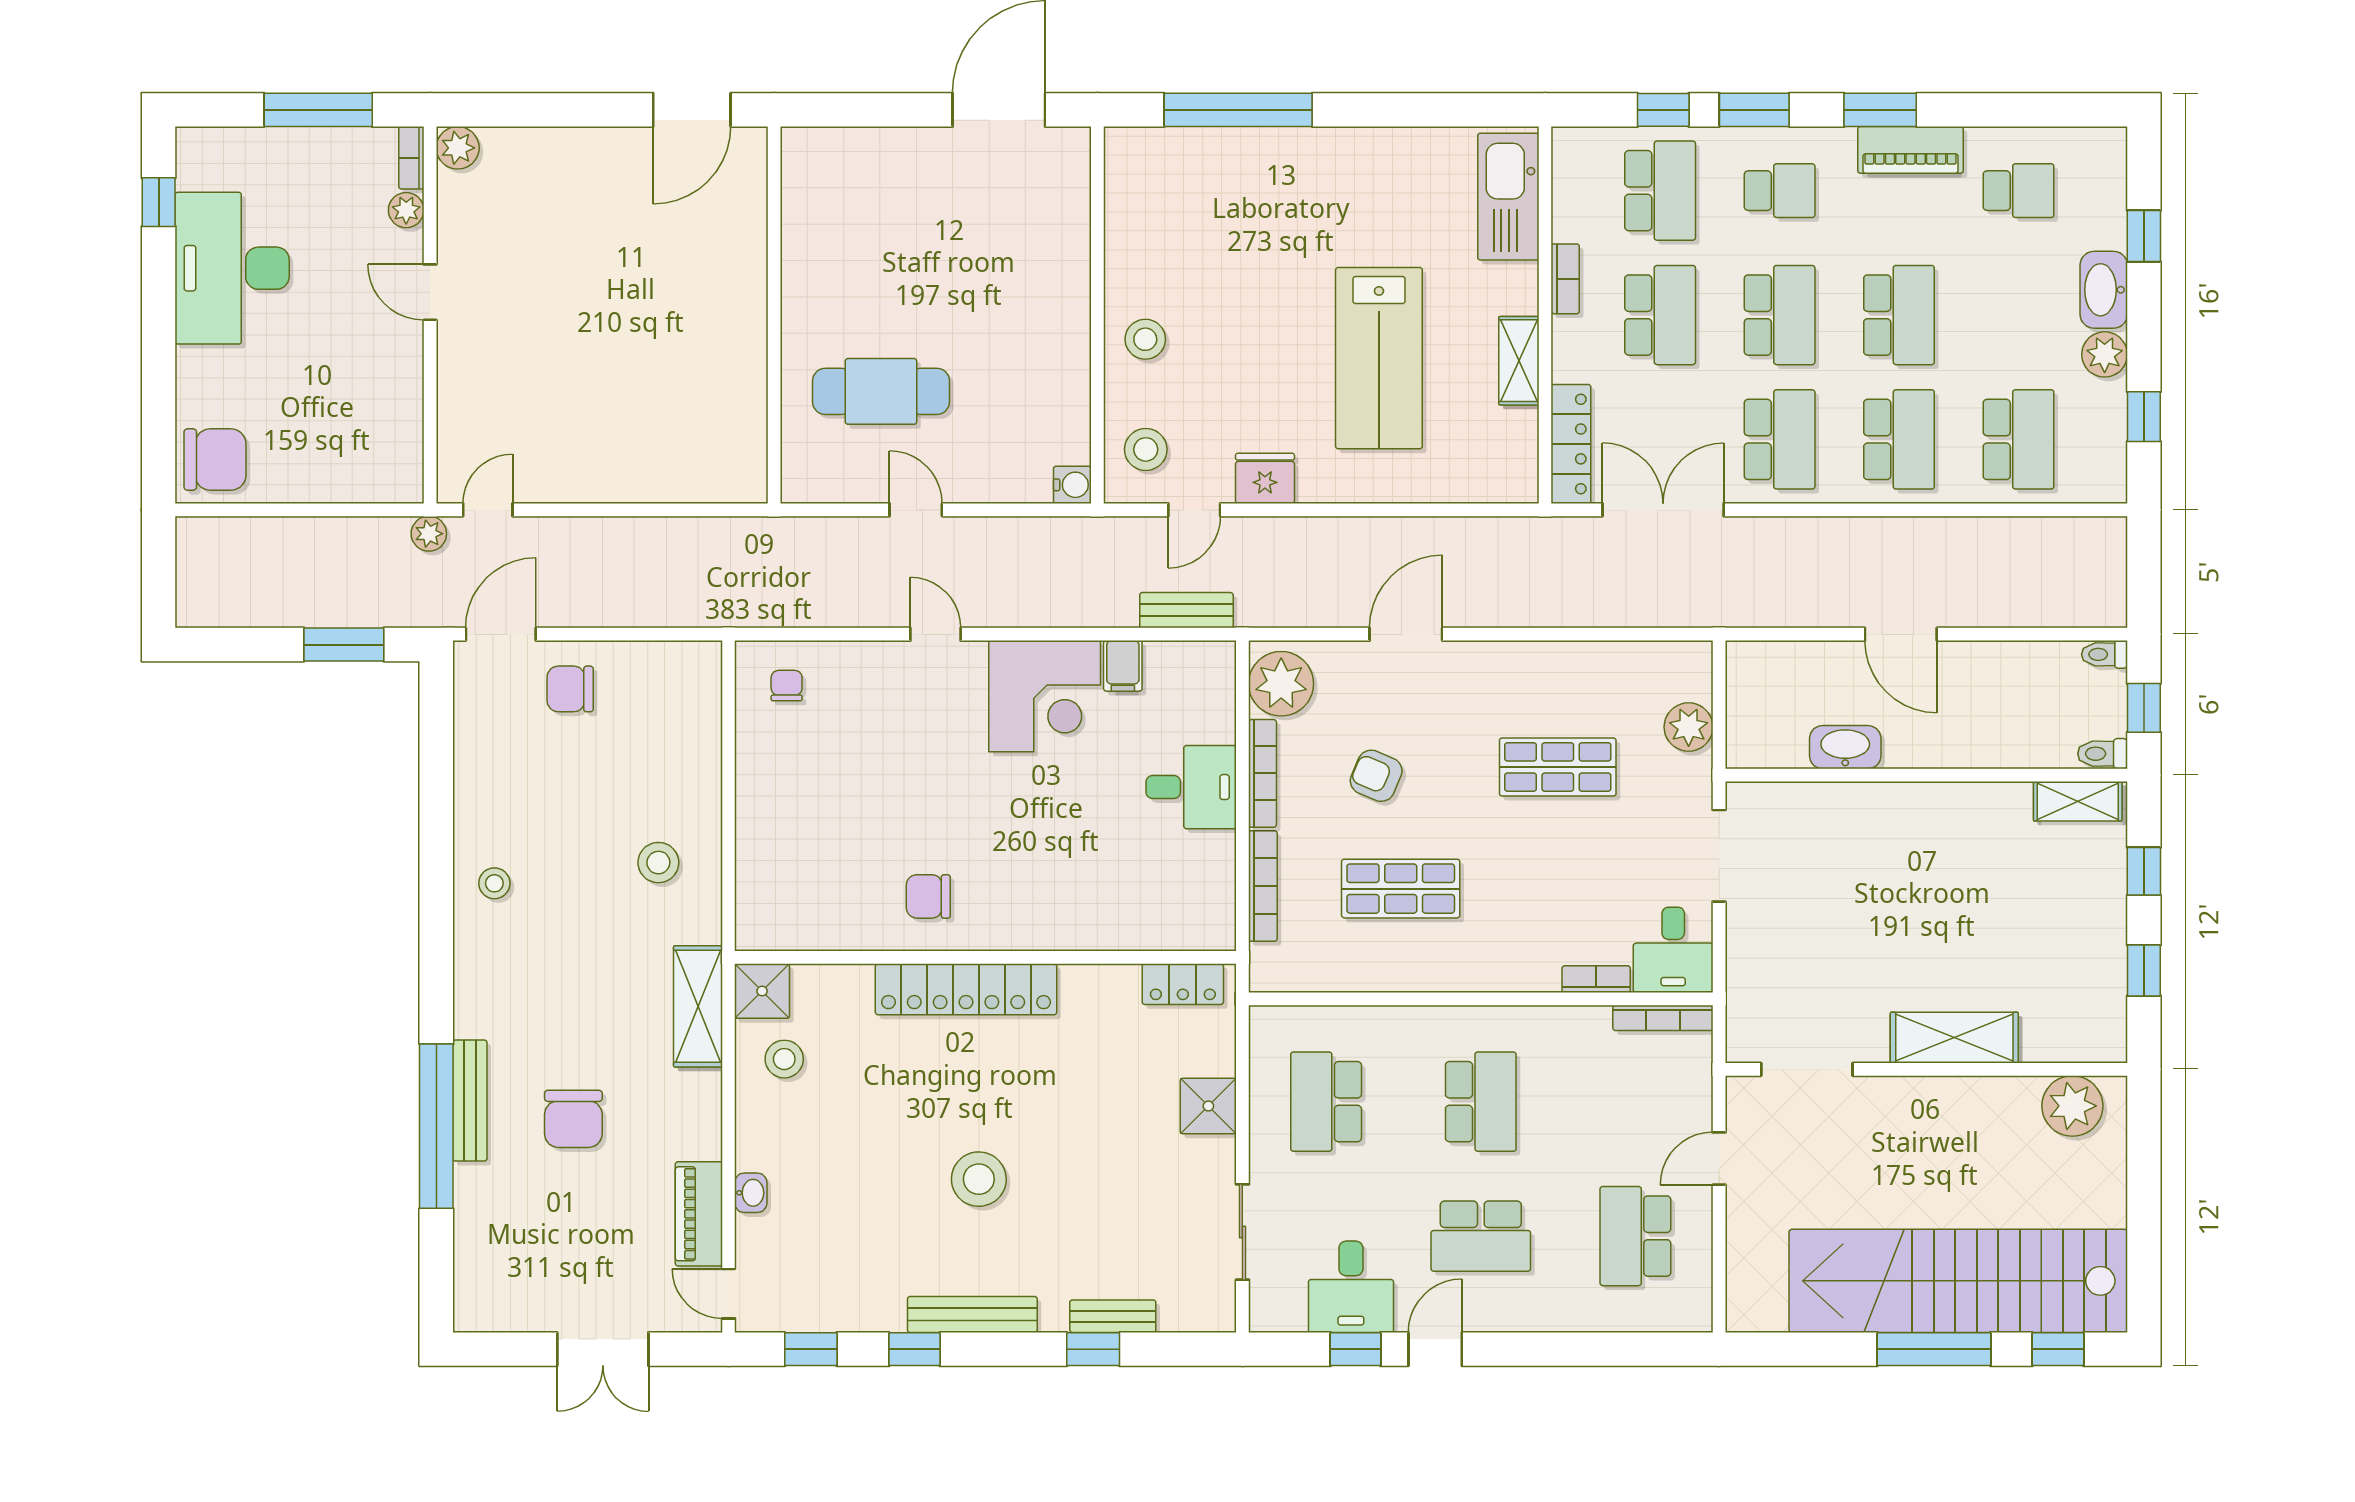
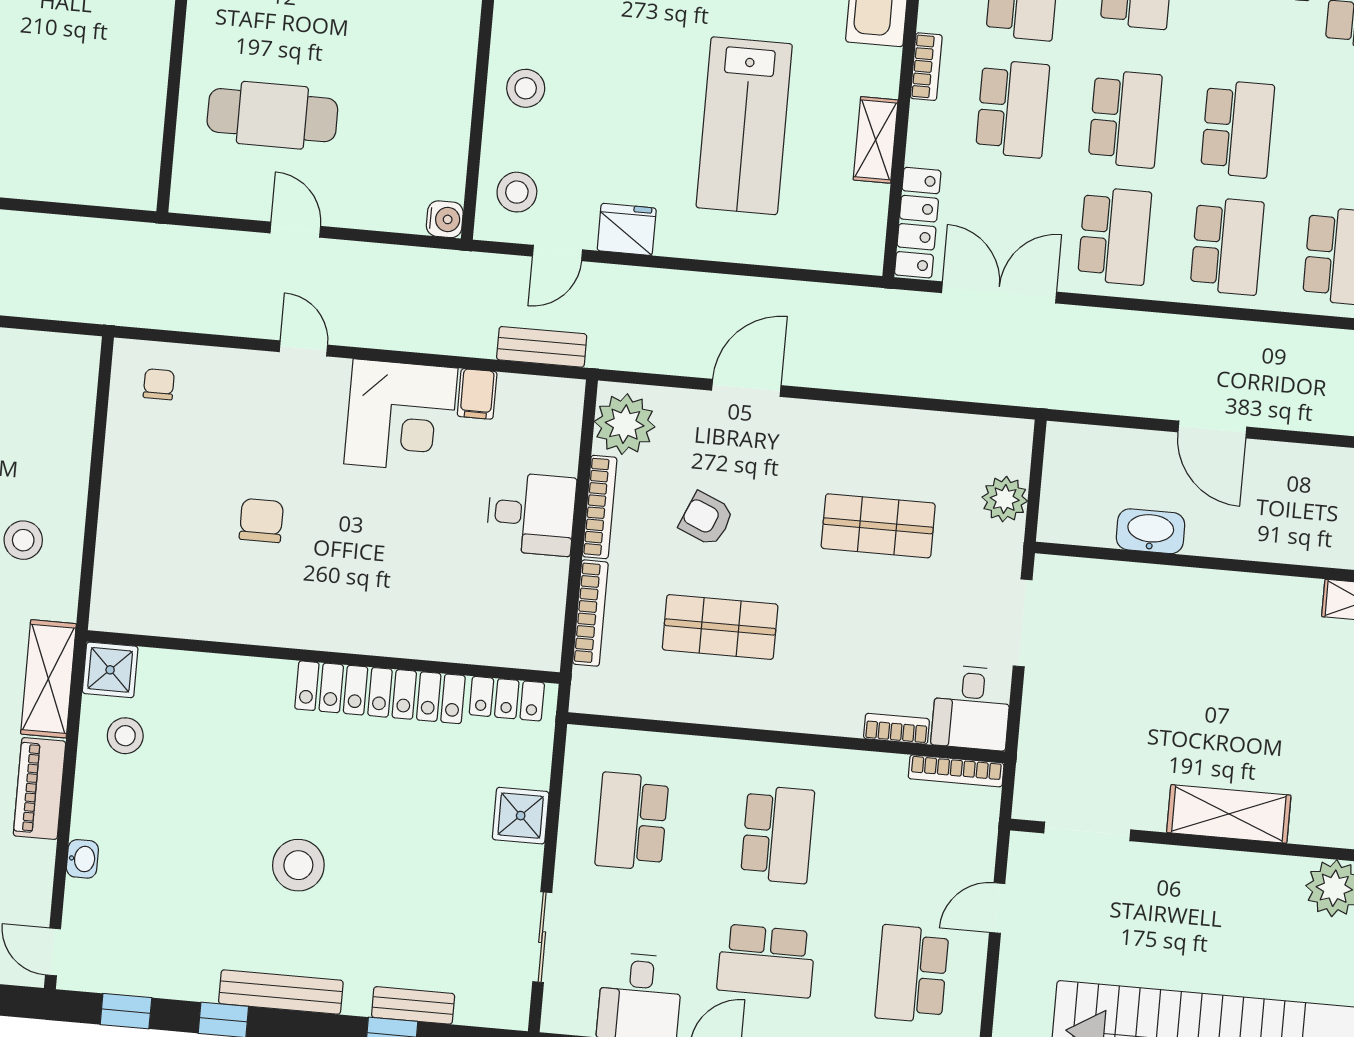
chair: (928, 896) -> (261, 521), moved, turned 90
locker: (966, 989) -> (380, 692), moved
piano: (699, 1214) -> (40, 788), moved

